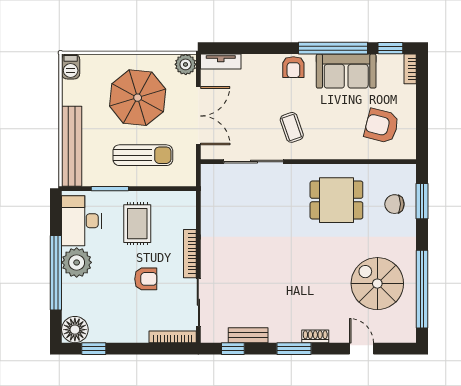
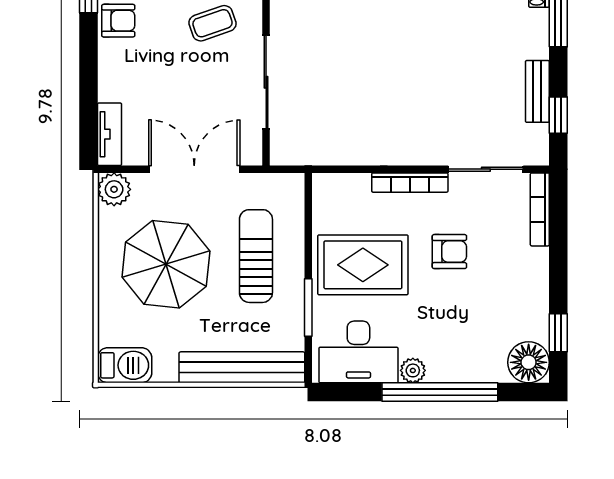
barbecue: (71, 66) -> (125, 365), width x1.38, depth x1.27
rug: (137, 224) -> (363, 265), width x1.36, depth x1.43
plant: (77, 262) -> (413, 370), width x0.53, depth x0.53
armchair: (146, 279) -> (449, 252), turned 90

